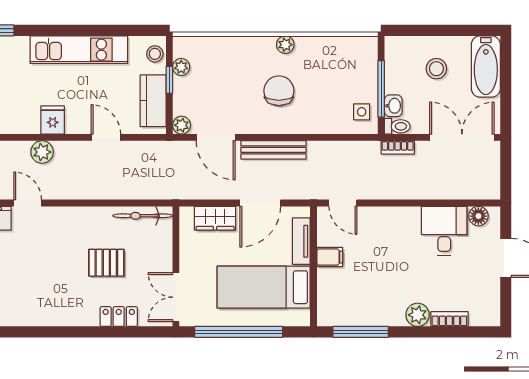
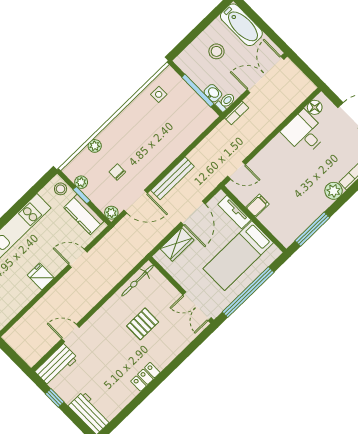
plant: (285, 45) -> (95, 146), moved
chair: (279, 91) -> (117, 172), moved, width x0.54, depth x0.54
side table: (362, 112) -> (159, 94), moved
plant: (42, 152) -> (52, 299), removed
locker: (119, 317) -> (145, 377), moved

